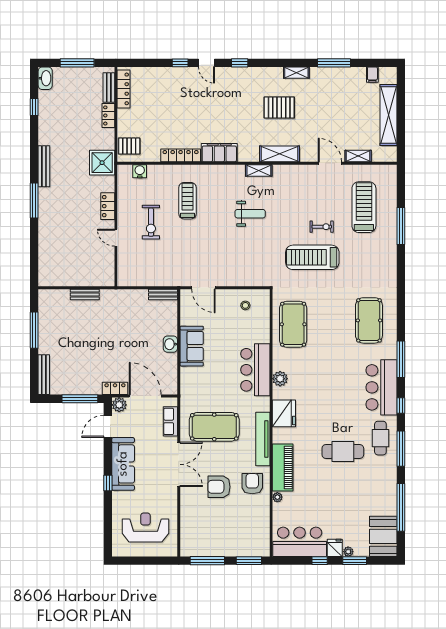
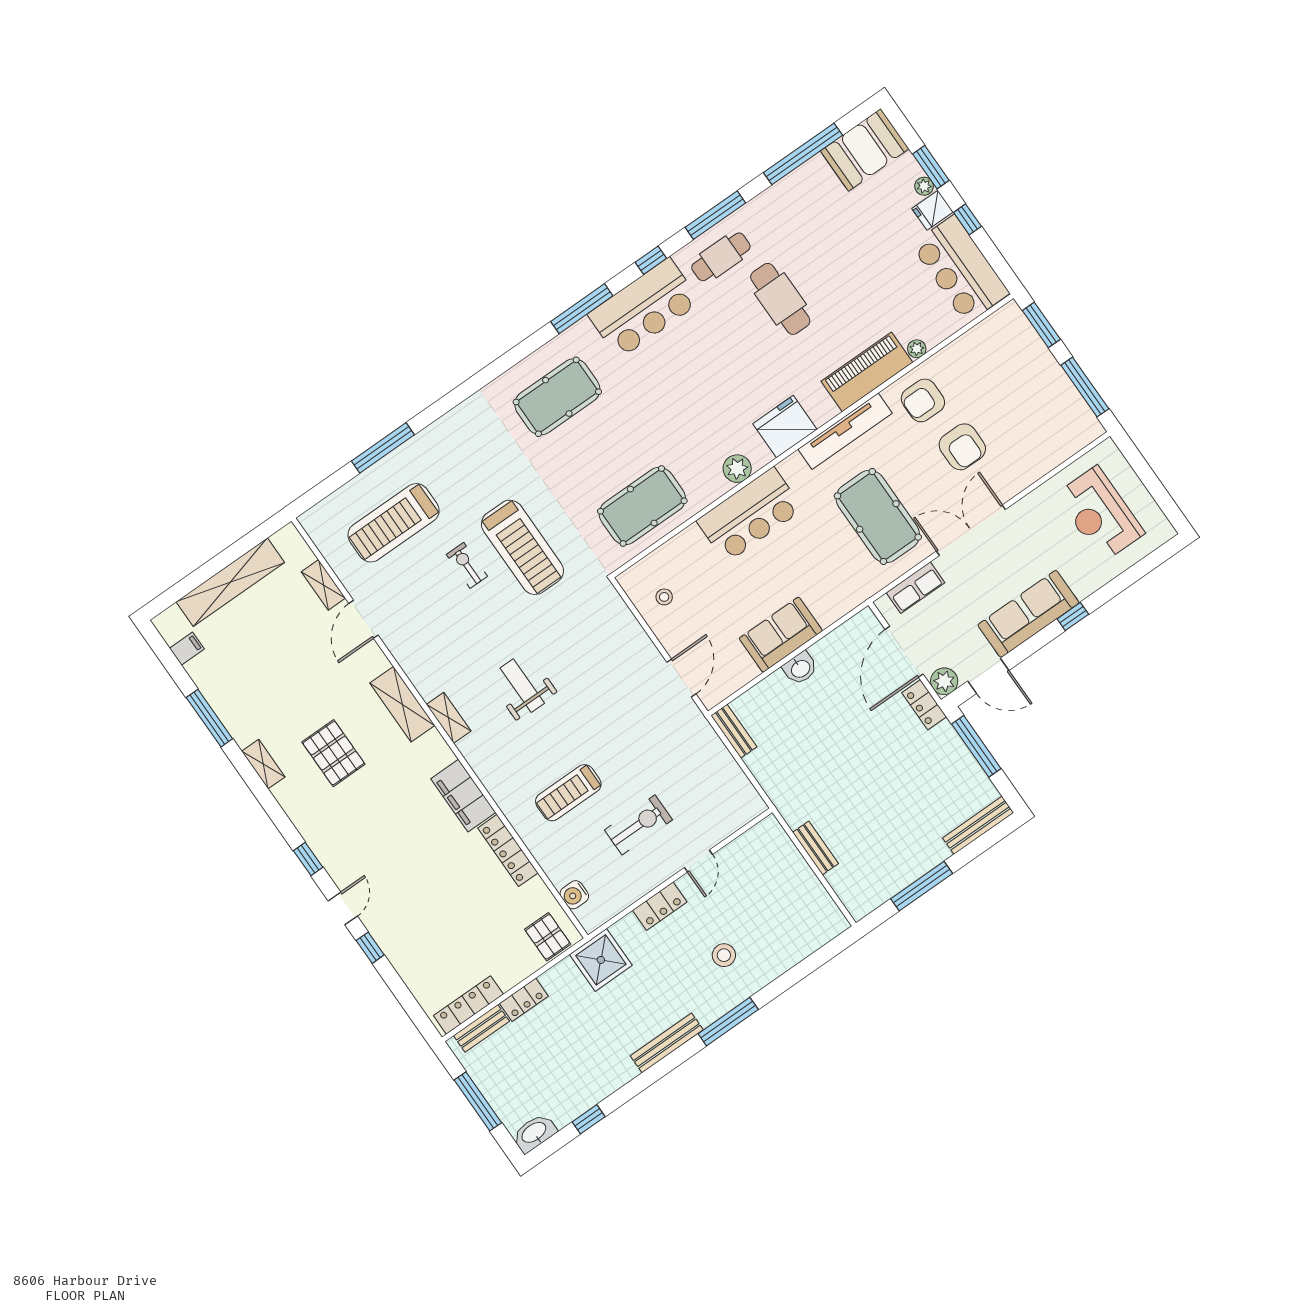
stool: (65, 220) -> (724, 955), added

